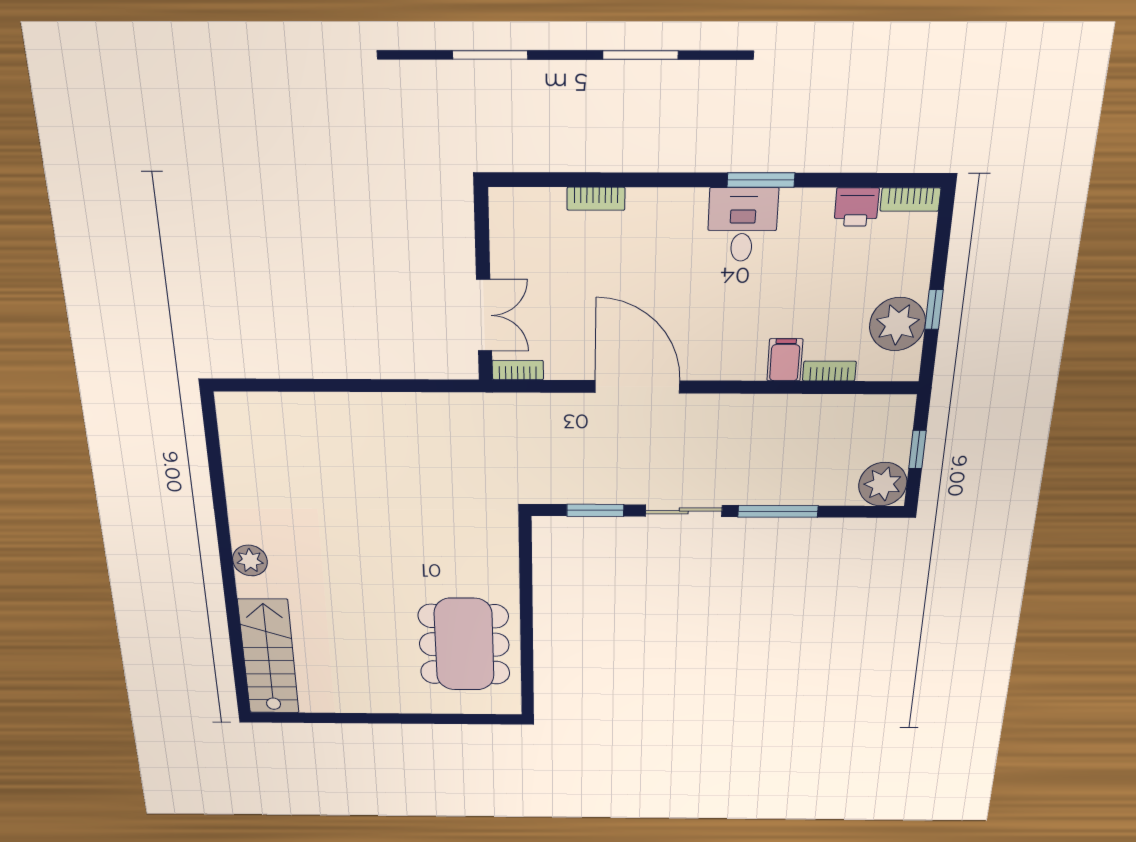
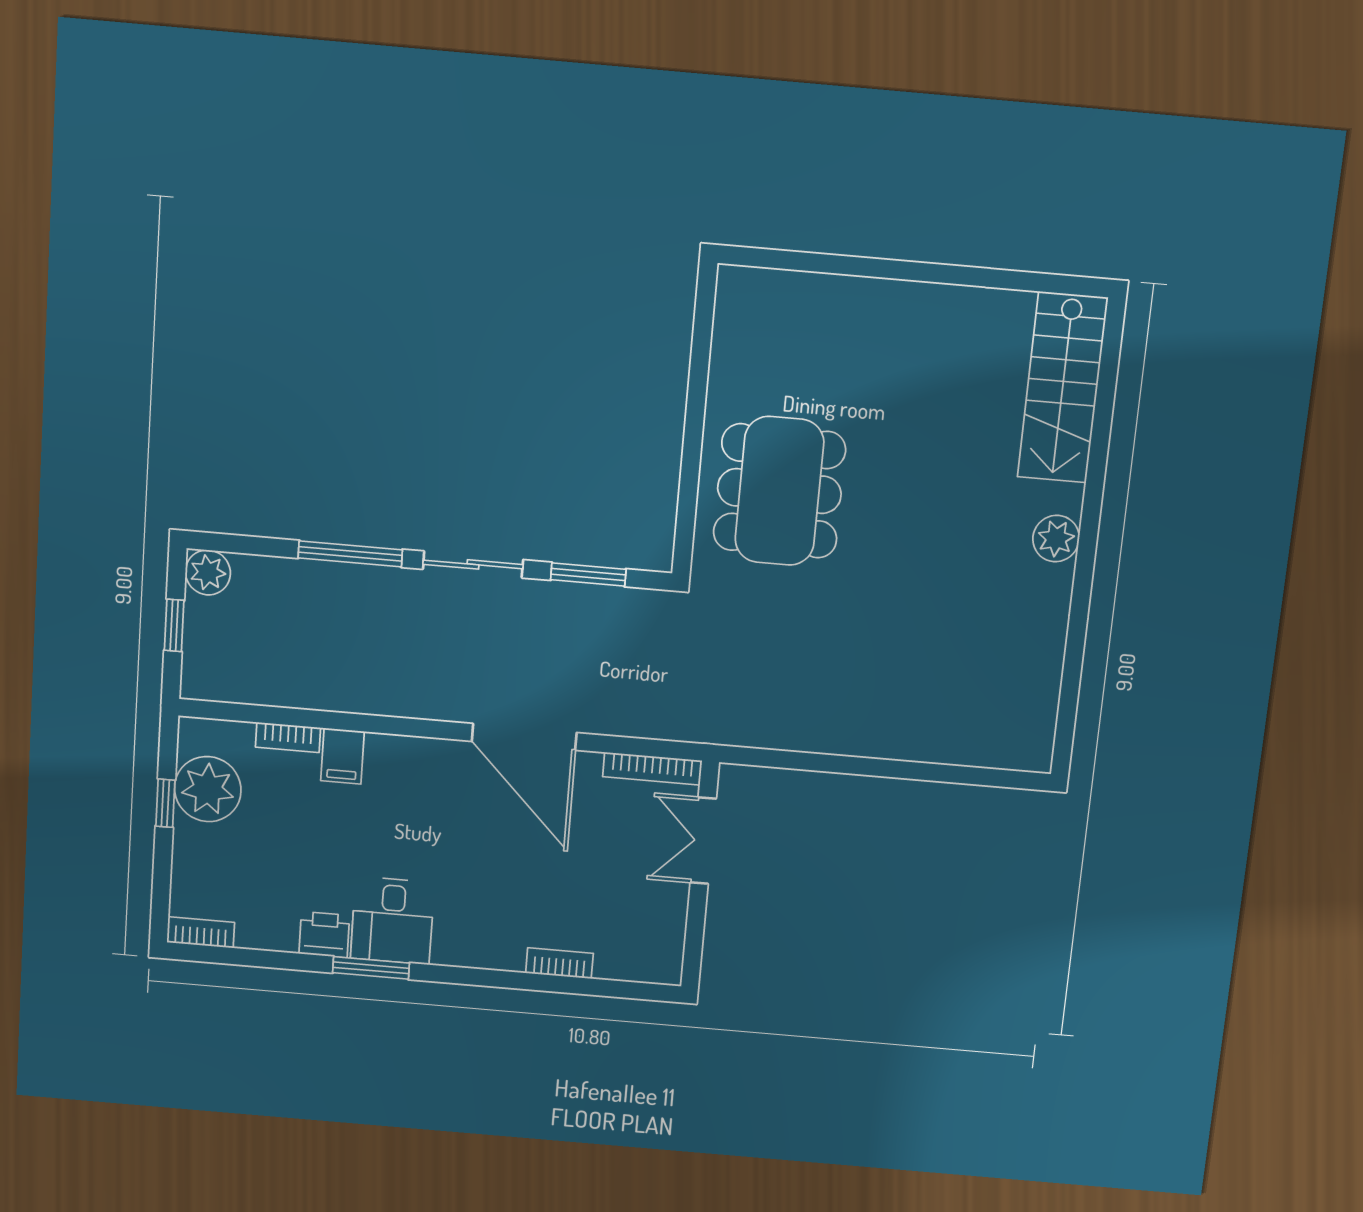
printer: (856, 207) -> (324, 935), moved
bookcase: (518, 370) -> (652, 769), width x1.56
plant: (883, 484) -> (208, 572), width x0.73, depth x0.73
dining table: (464, 644) -> (779, 491), moved

